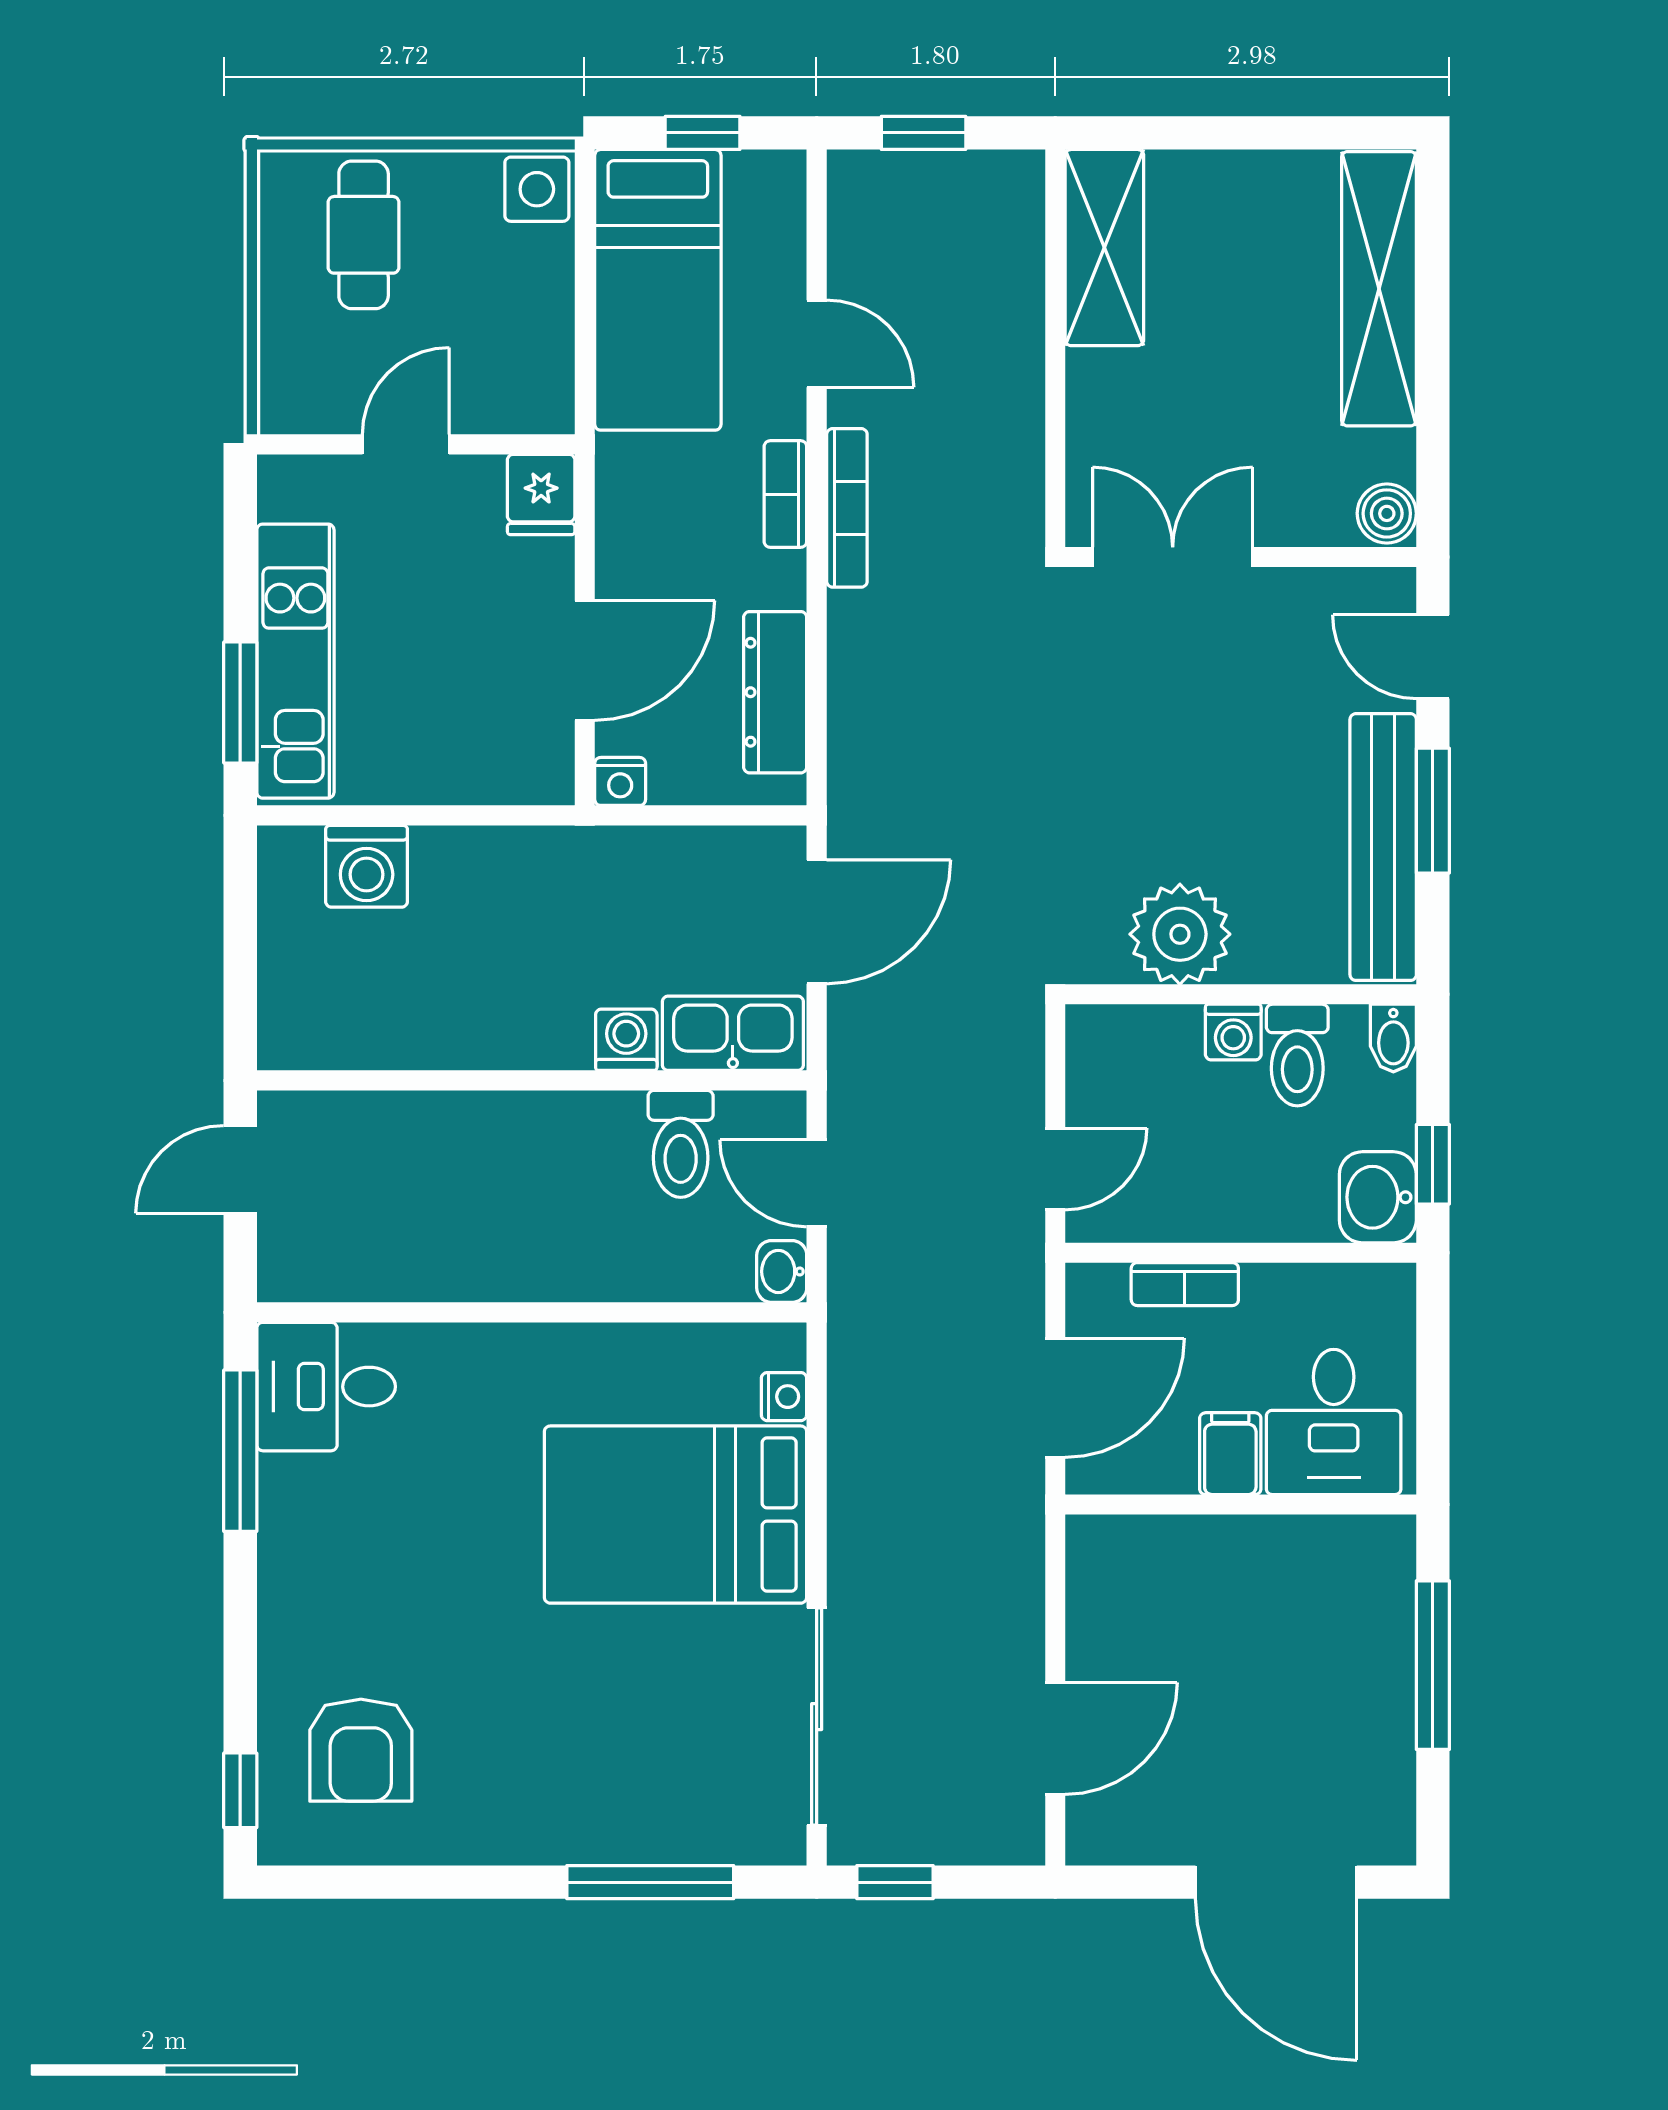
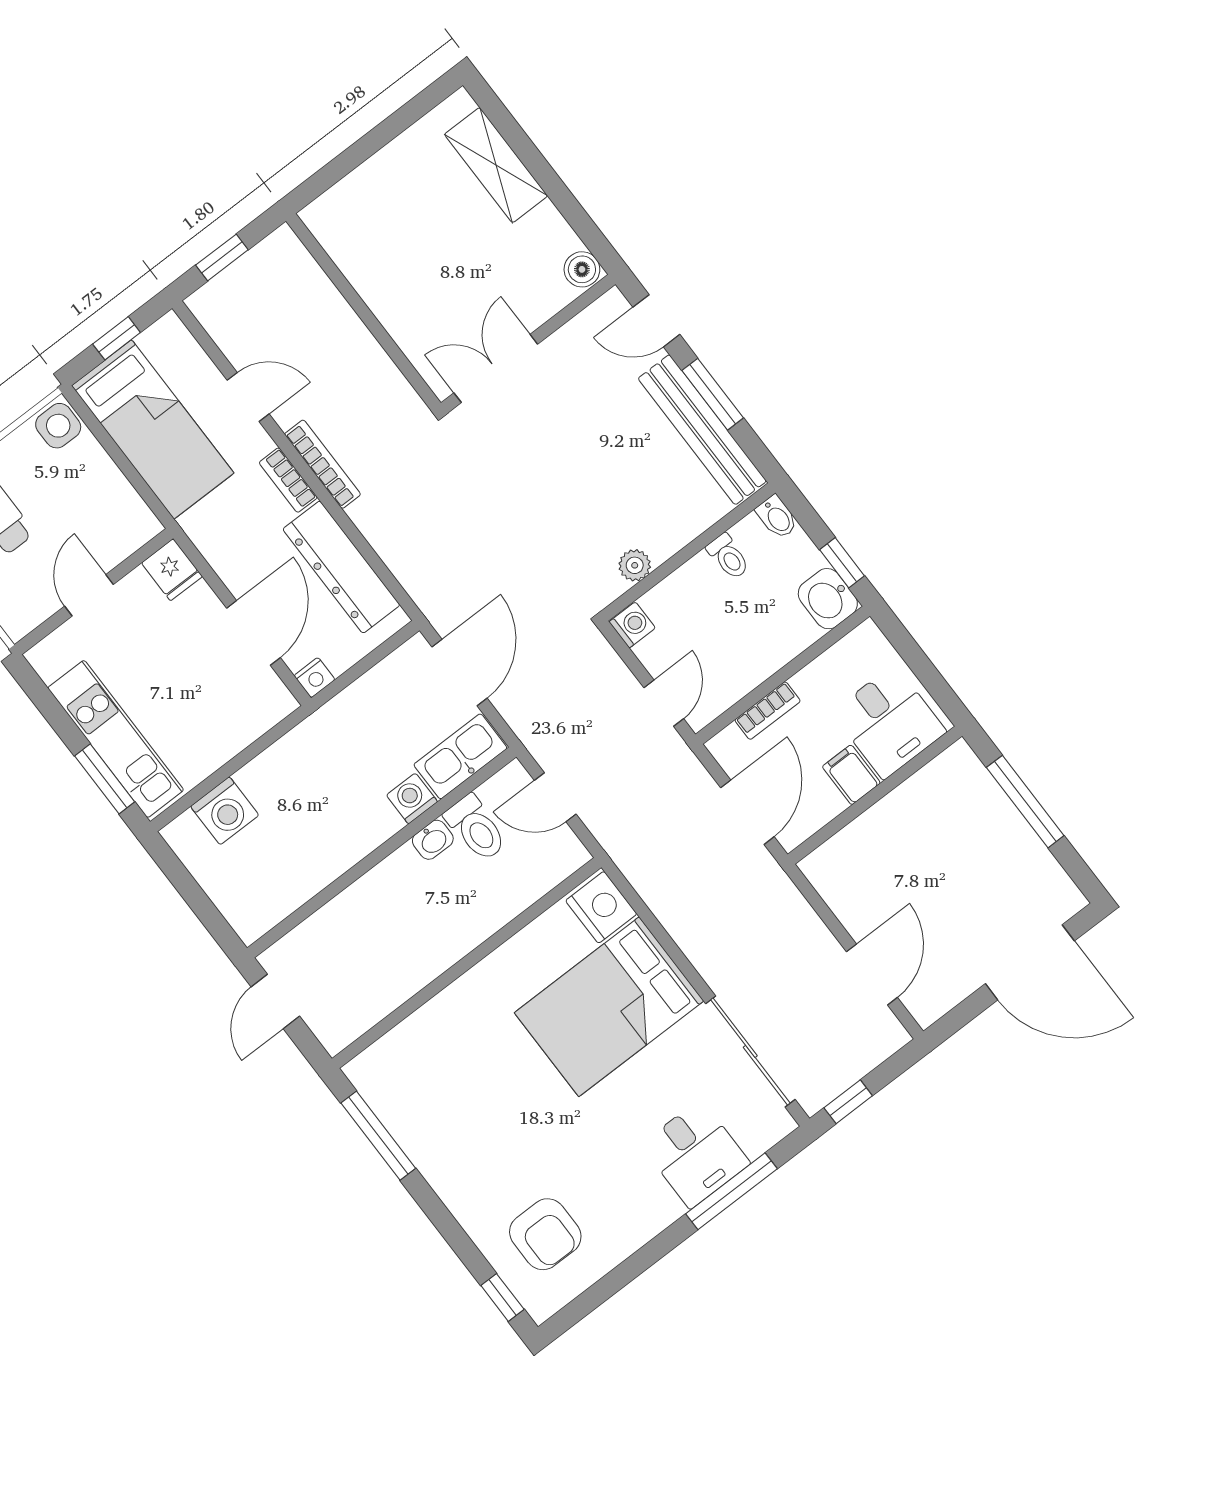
shelving: (1104, 248) -> (350, 246), removed
shelving: (1379, 289) -> (496, 165), width x0.68
dresser: (775, 692) -> (341, 567), width x1.37, depth x1.24
plant: (1180, 934) -> (635, 565), width x0.53, depth x0.53
washing machine: (1233, 1032) -> (632, 625), moved, turned -90
toilet: (1297, 1055) -> (728, 557), width x0.73, depth x0.72
washbasin: (782, 1271) -> (433, 840), moved, turned -90
desk: (326, 1387) -> (695, 1154), moved, turned -90
nightstand: (784, 1397) -> (601, 907), width x1.89, depth x1.79

